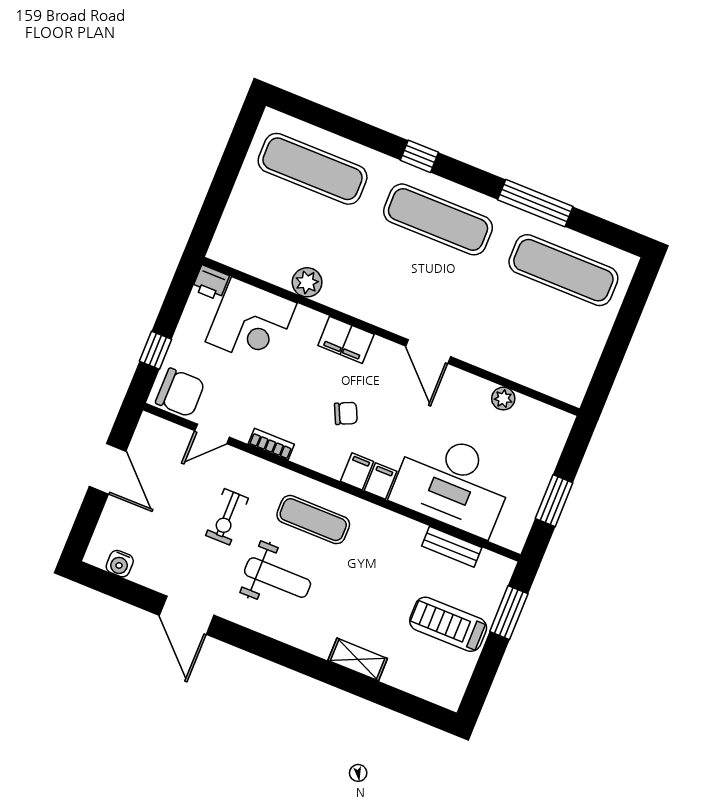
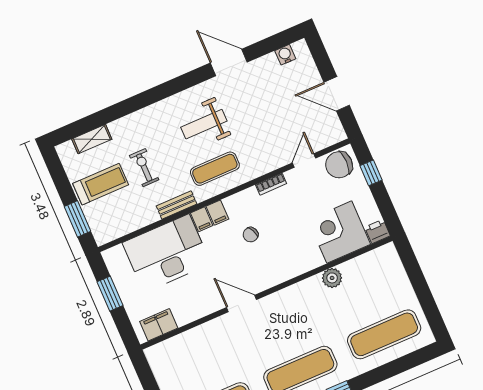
filing cabinet: (346, 340) -> (159, 325), moved
plant: (503, 399) -> (183, 317), removed
exercise bike: (227, 517) -> (144, 168), moved
bench: (452, 547) -> (177, 205), moved
shelving: (358, 659) -> (92, 139), moved

